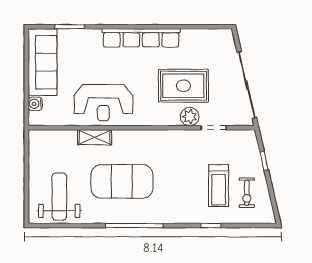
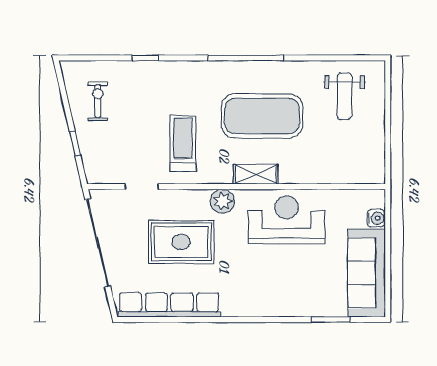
row of seats: (141, 38) -> (169, 305), moved
plant: (190, 117) -> (223, 201), moved
shelving: (95, 137) -> (256, 174), moved
treadmill: (219, 186) -> (183, 144), moved
weight bench: (59, 196) -> (345, 96), width x0.73, depth x0.75

